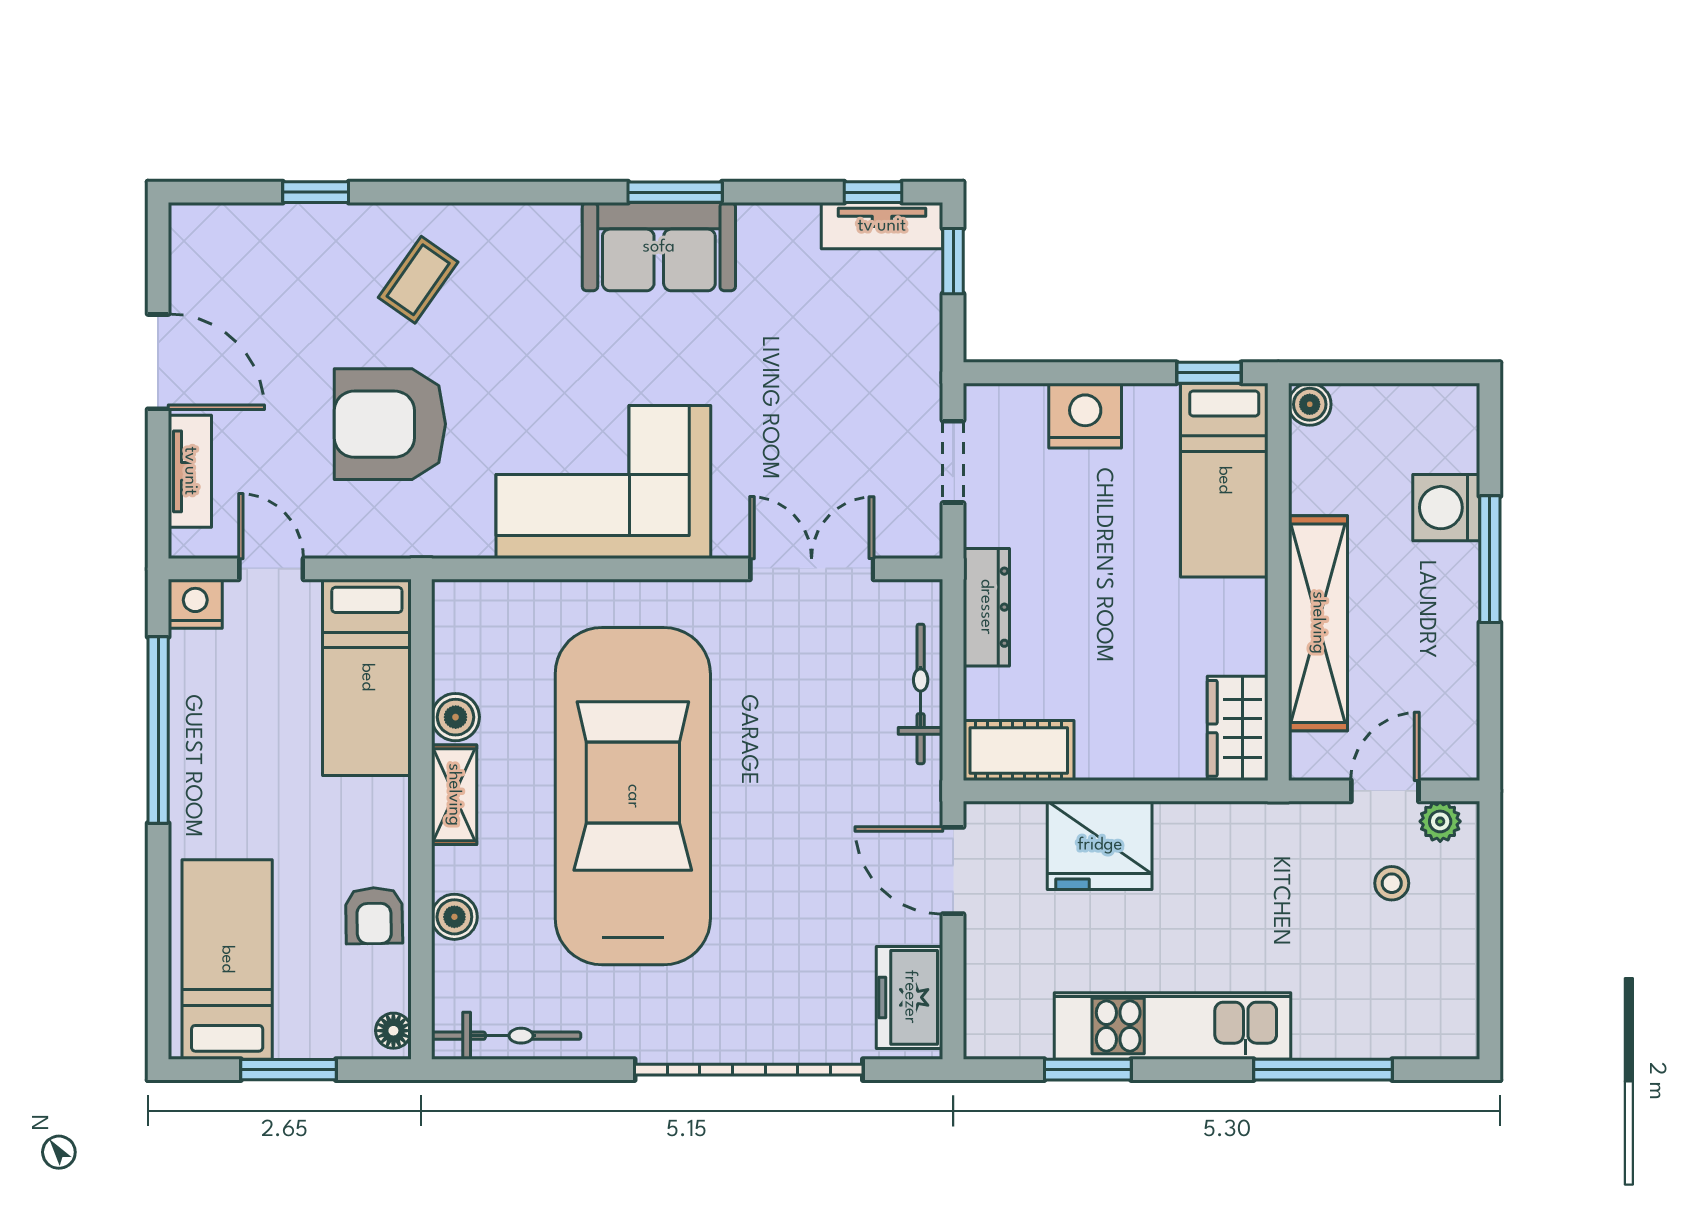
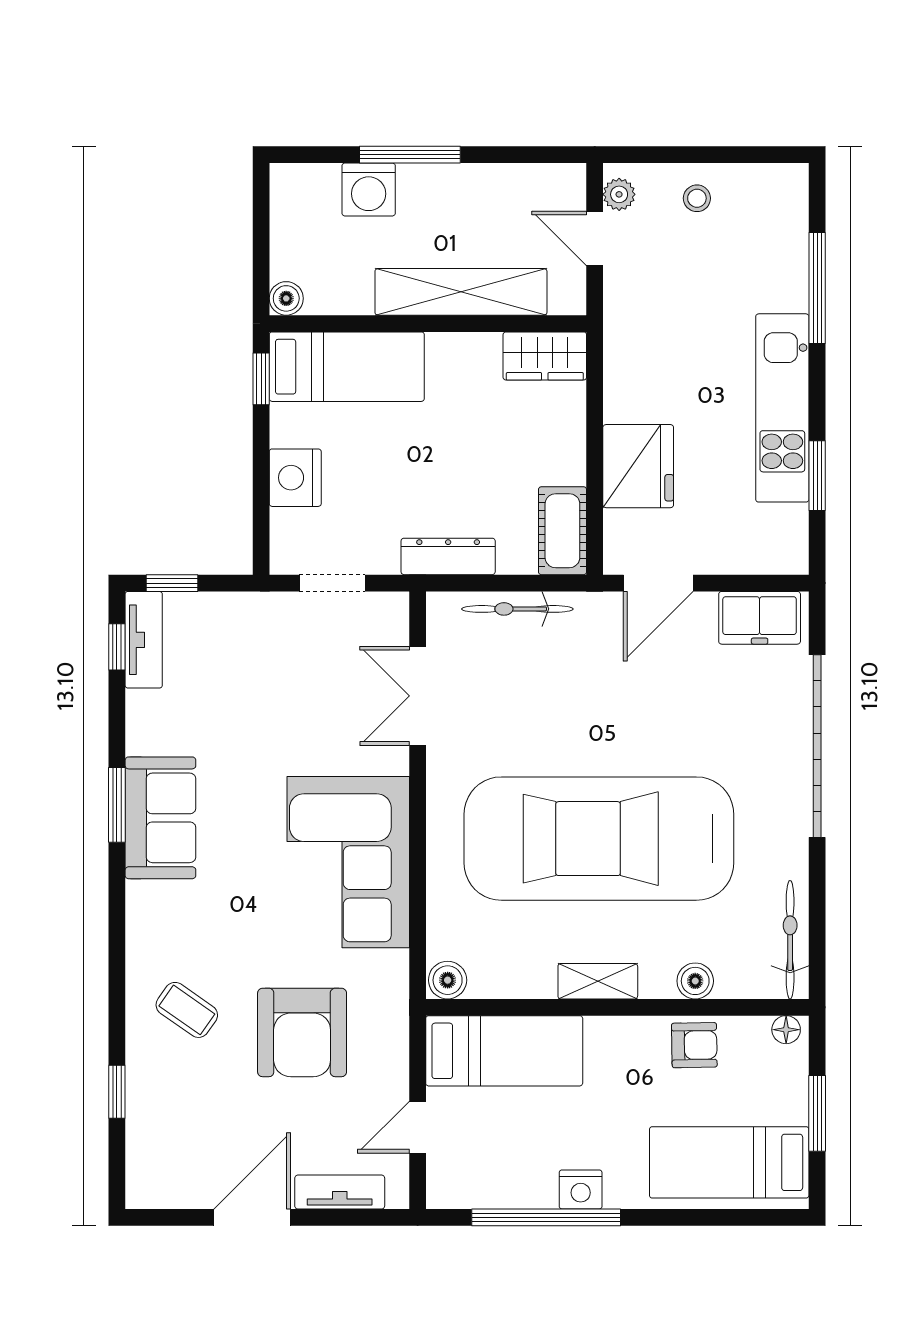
nightstand: (195, 604) -> (581, 1189), moved, turned -90
boiler: (456, 717) -> (448, 980), moved
stool: (1392, 883) -> (697, 198), moved

